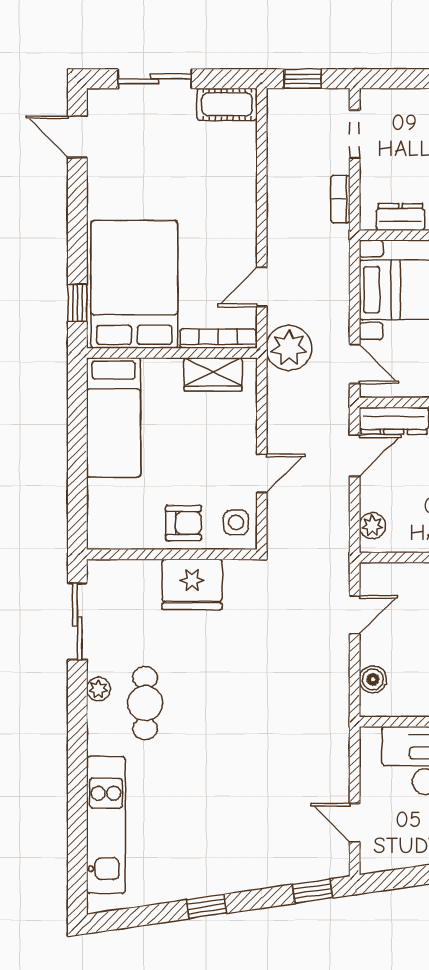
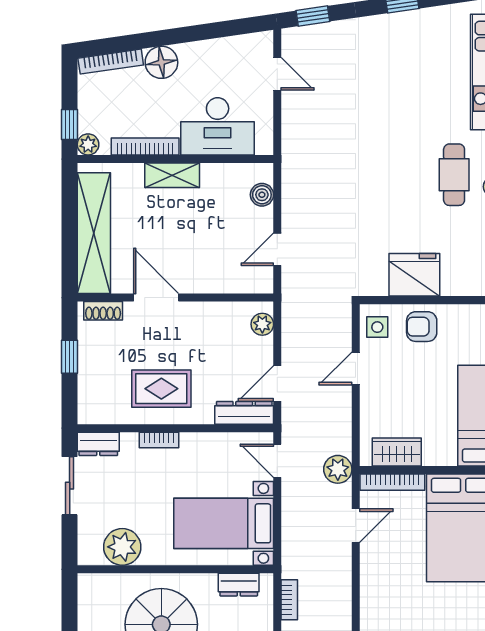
plant: (289, 348) -> (338, 469), width x0.73, depth x0.73

